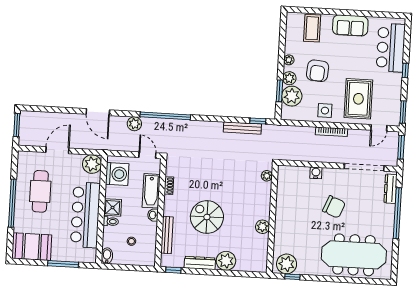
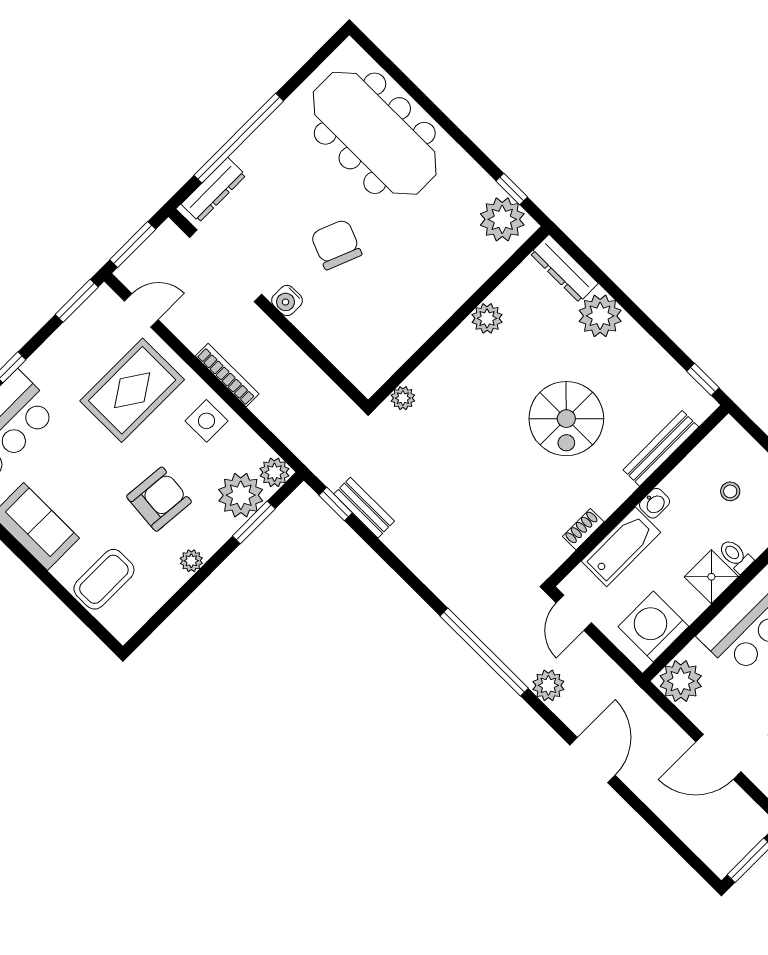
plant: (289, 78) -> (274, 472), moved
bench: (242, 128) -> (364, 508), width x0.73
water cooler: (316, 173) -> (287, 301), moved
dresser: (200, 263) -> (564, 268), moved

